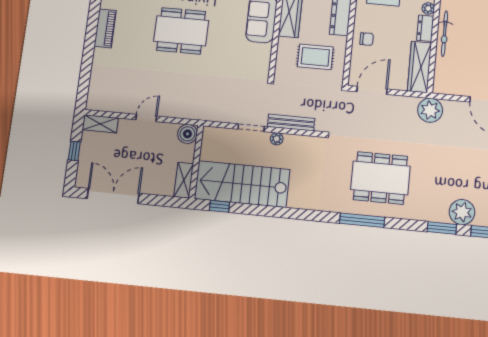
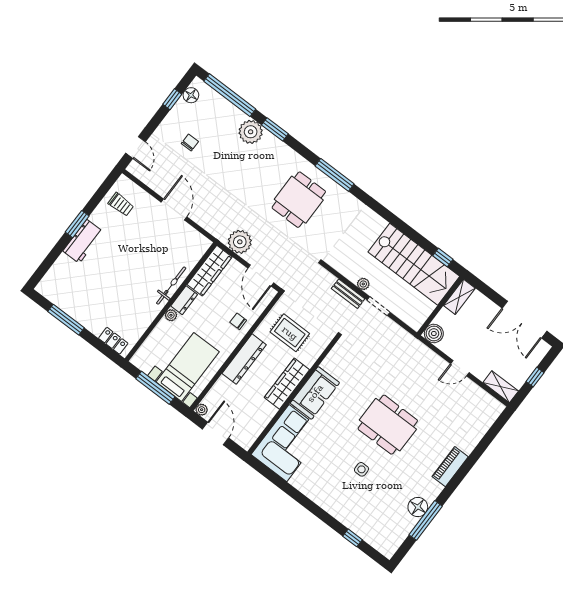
door: (372, 90) -> (261, 276), hinge flipped
plant: (430, 110) -> (240, 242), moved
bench: (291, 123) -> (348, 294), width x0.73
dining table: (380, 178) -> (299, 200), width x0.73

